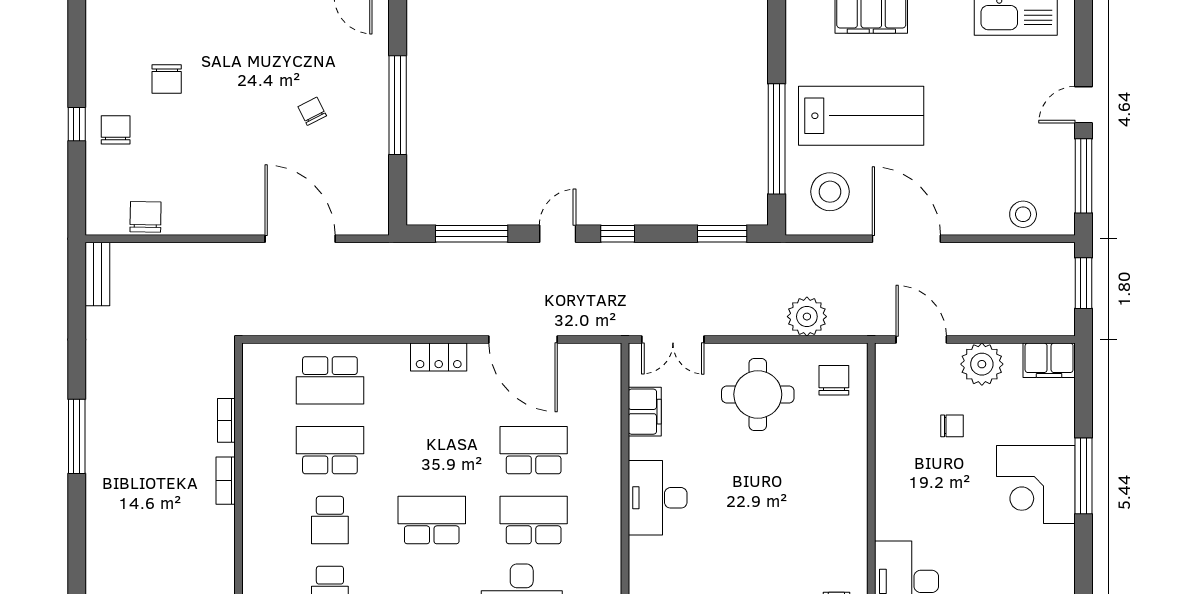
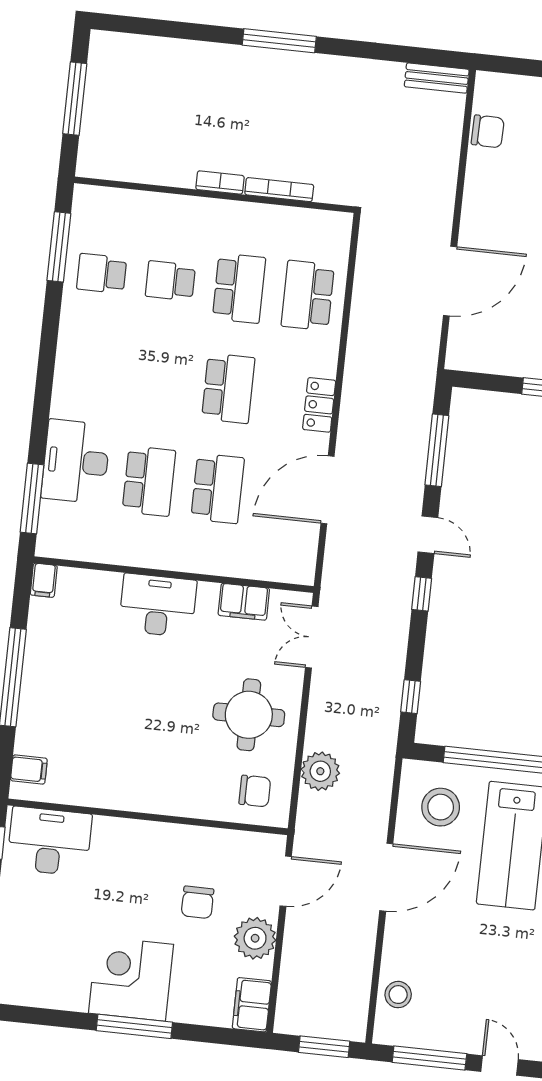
window: (722, 234) -> (411, 697), width x0.67
bookcase: (226, 420) -> (279, 190), width x1.56
chair: (952, 426) -> (198, 902), width x1.37, depth x1.37
school desk: (432, 520) -> (228, 388), moved

